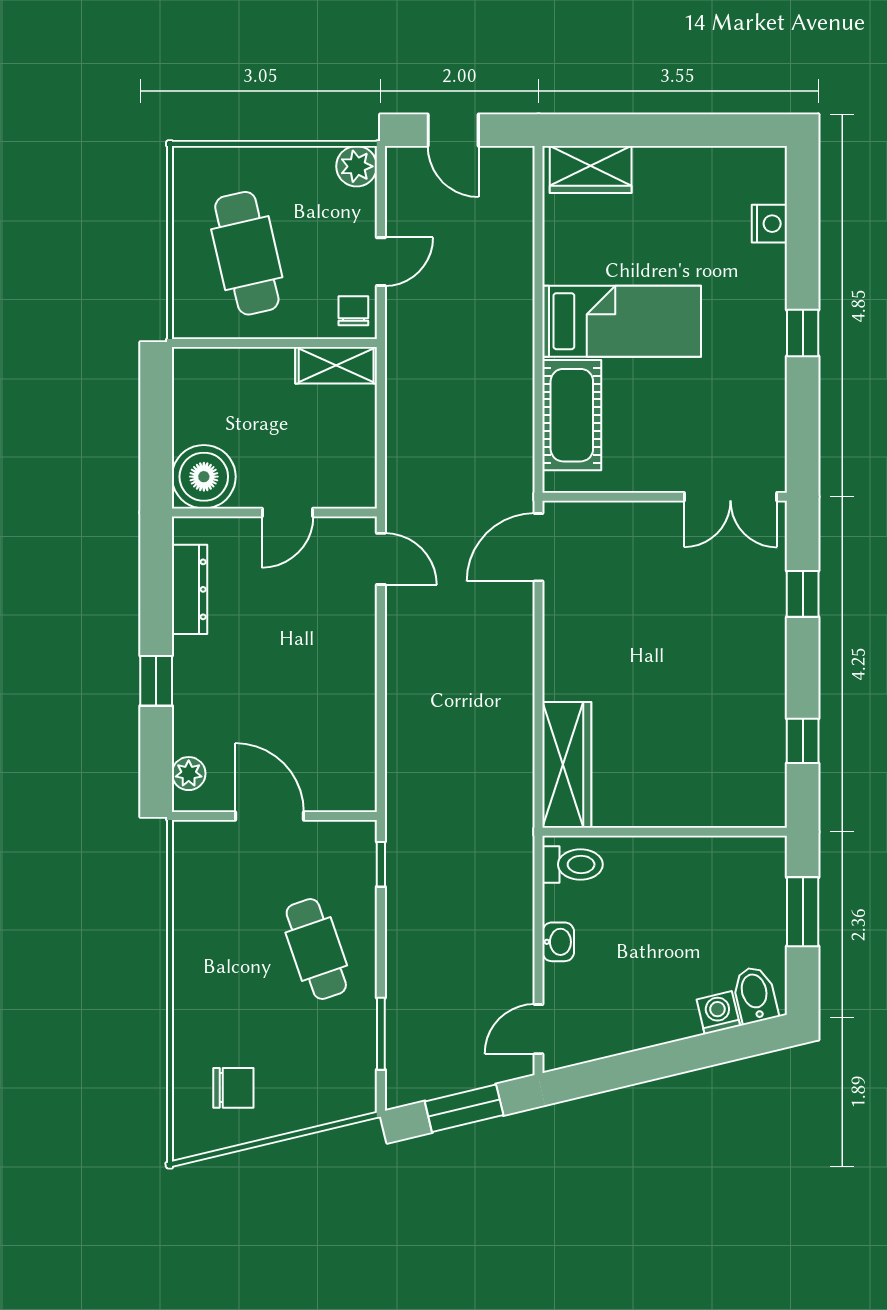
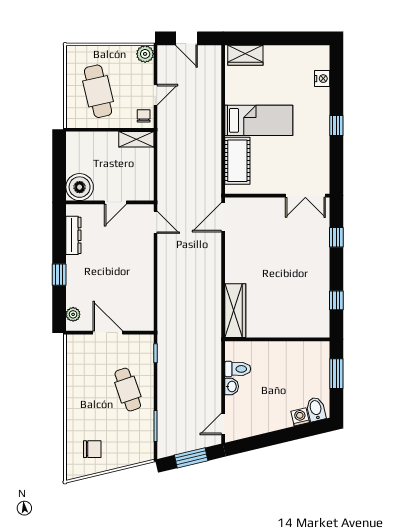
toilet: (573, 864) -> (238, 369), moved

